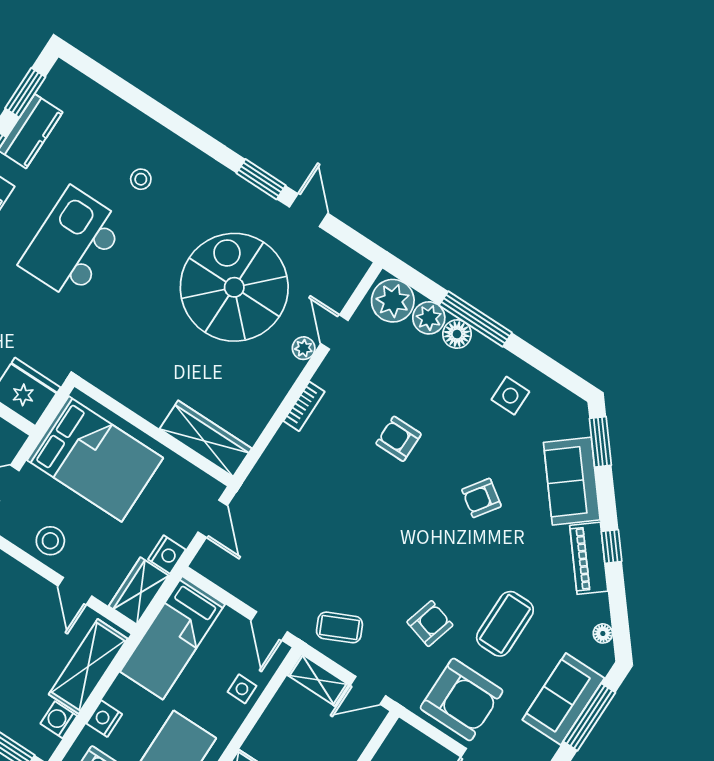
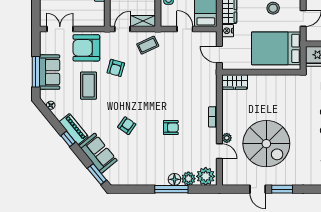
side table: (510, 396) -> (140, 170), removed
wardrobe: (206, 439) -> (235, 82), width x0.67
door: (269, 626) -> (185, 29), moved

